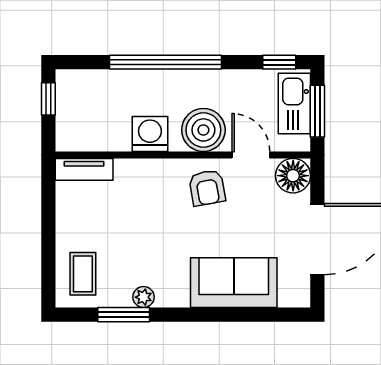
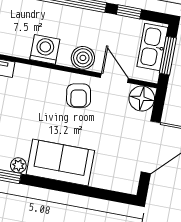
window: (279, 62) -> (129, 12), moved
boiler: (203, 130) -> (83, 58), width x0.73, depth x0.73
sofa: (234, 283) -> (60, 163), moved

